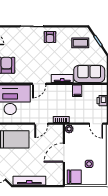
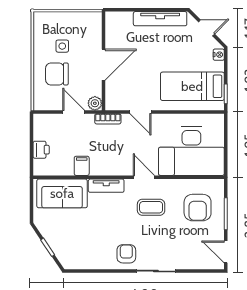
coffee table: (80, 43) -> (151, 207), moved
door: (39, 84) -> (144, 177), hinge flipped
door: (41, 124) -> (140, 112), swing flipped
door: (96, 124) -> (74, 112), moved
chair: (74, 177) -> (57, 74), moved

